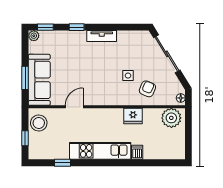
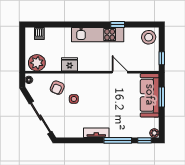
window: (77, 27) -> (118, 140), width x2.17
door: (74, 107) -> (120, 72), swing flipped
stool: (39, 123) -> (149, 37), moved
window: (25, 138) -> (162, 58), moved
dishwasher: (137, 152) -> (39, 33), moved
window: (63, 163) -> (118, 24), moved

